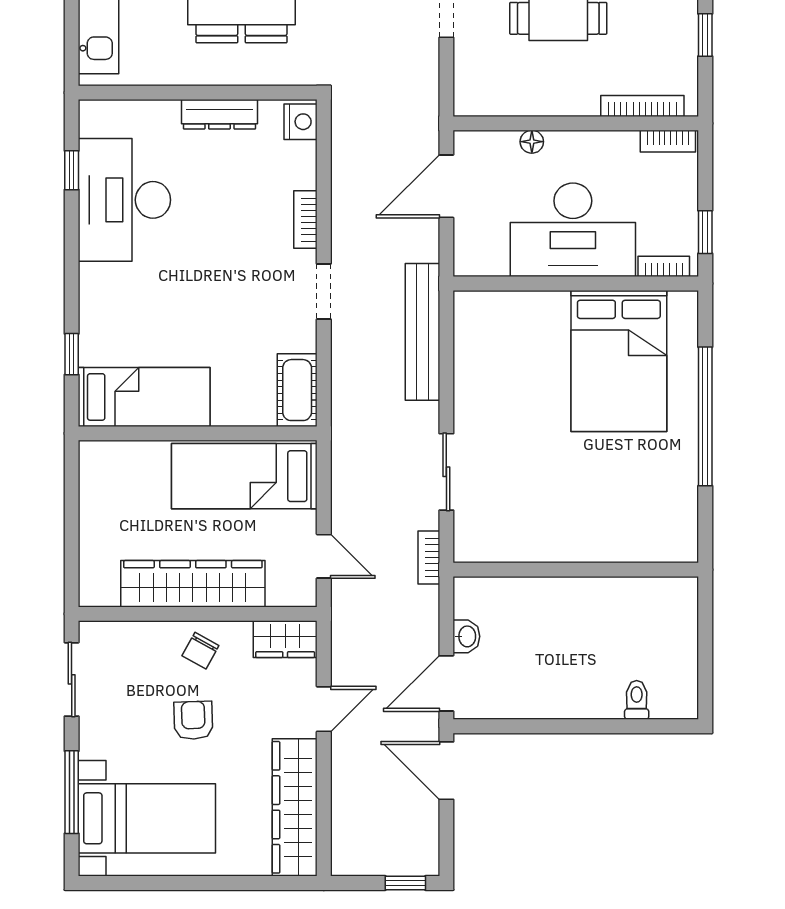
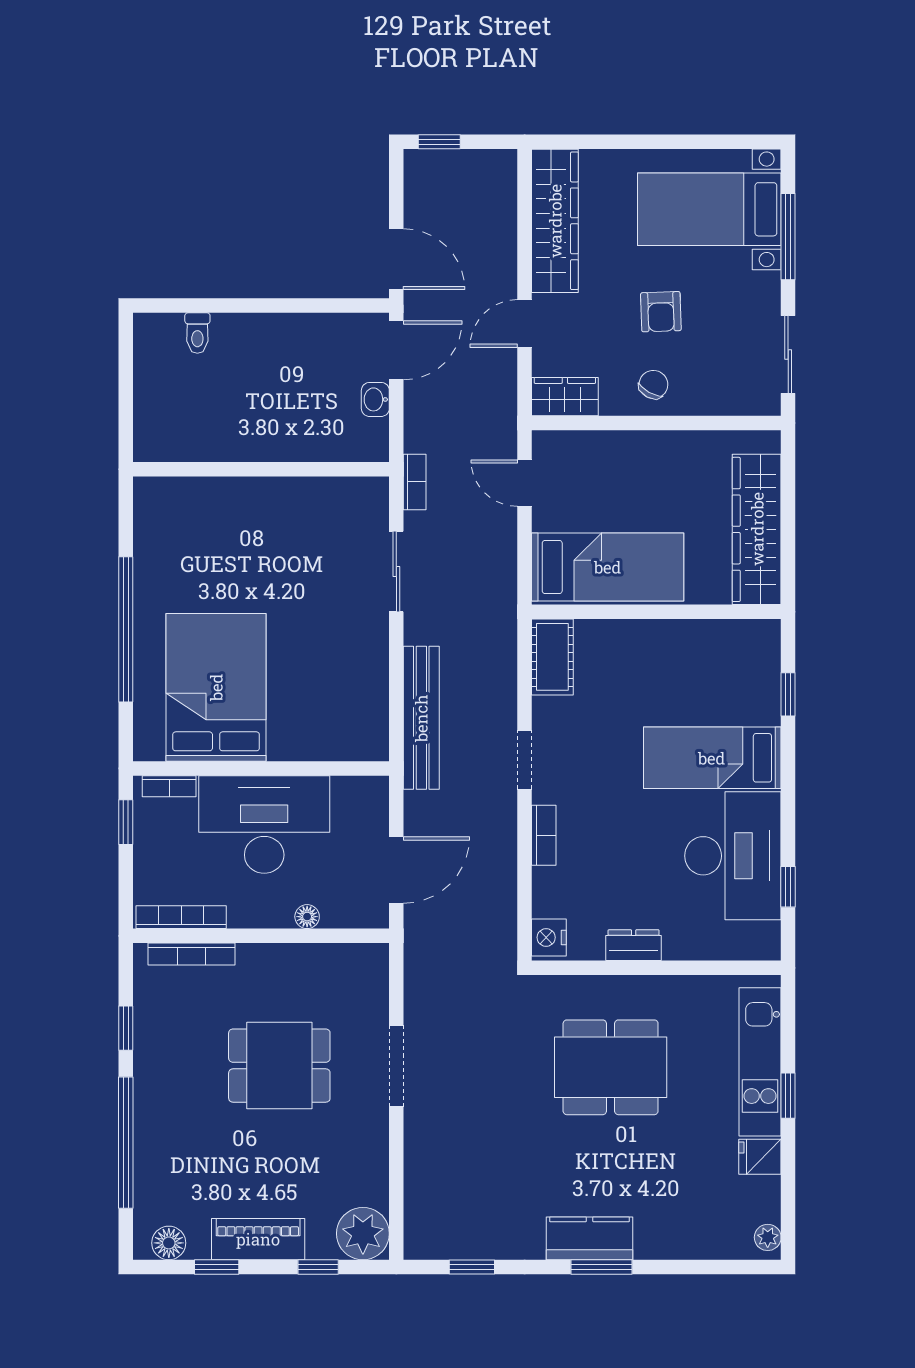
dresser: (219, 114) -> (634, 945), width x0.70
bookcase: (668, 141) -> (181, 917), width x1.56
bed: (144, 397) -> (712, 758), moved
wardrobe: (193, 584) -> (757, 529), moved, turned 90

